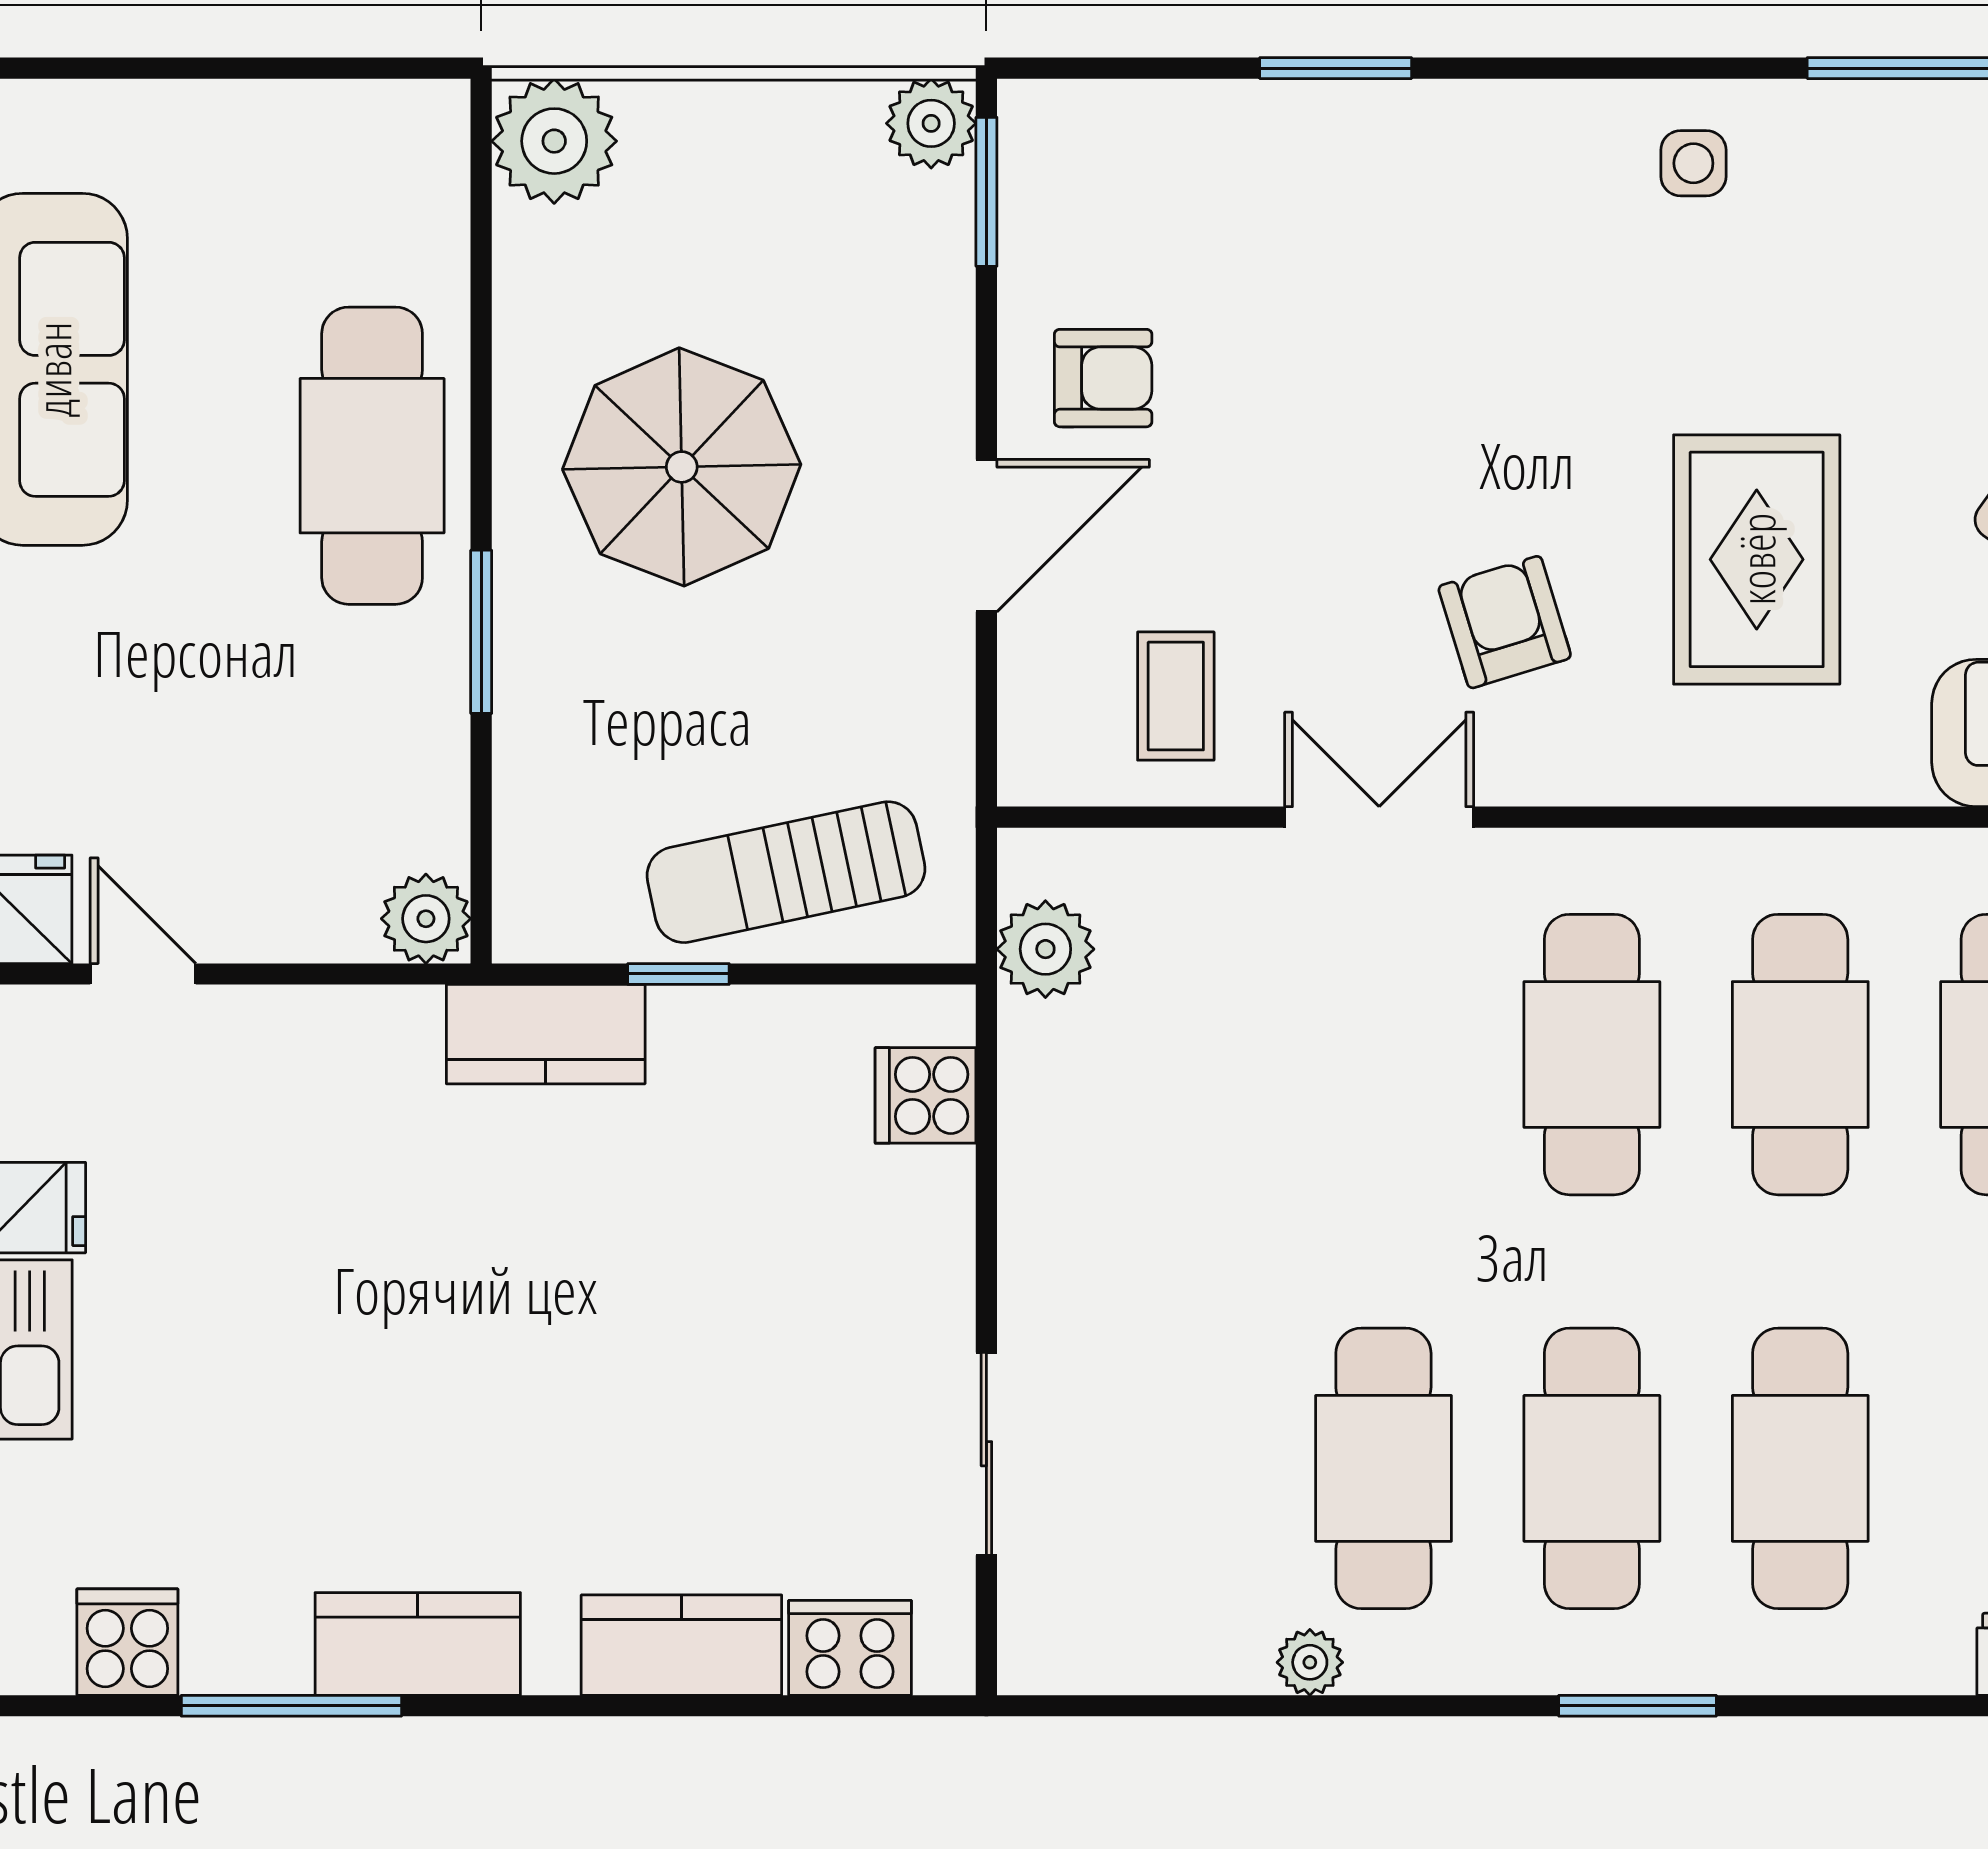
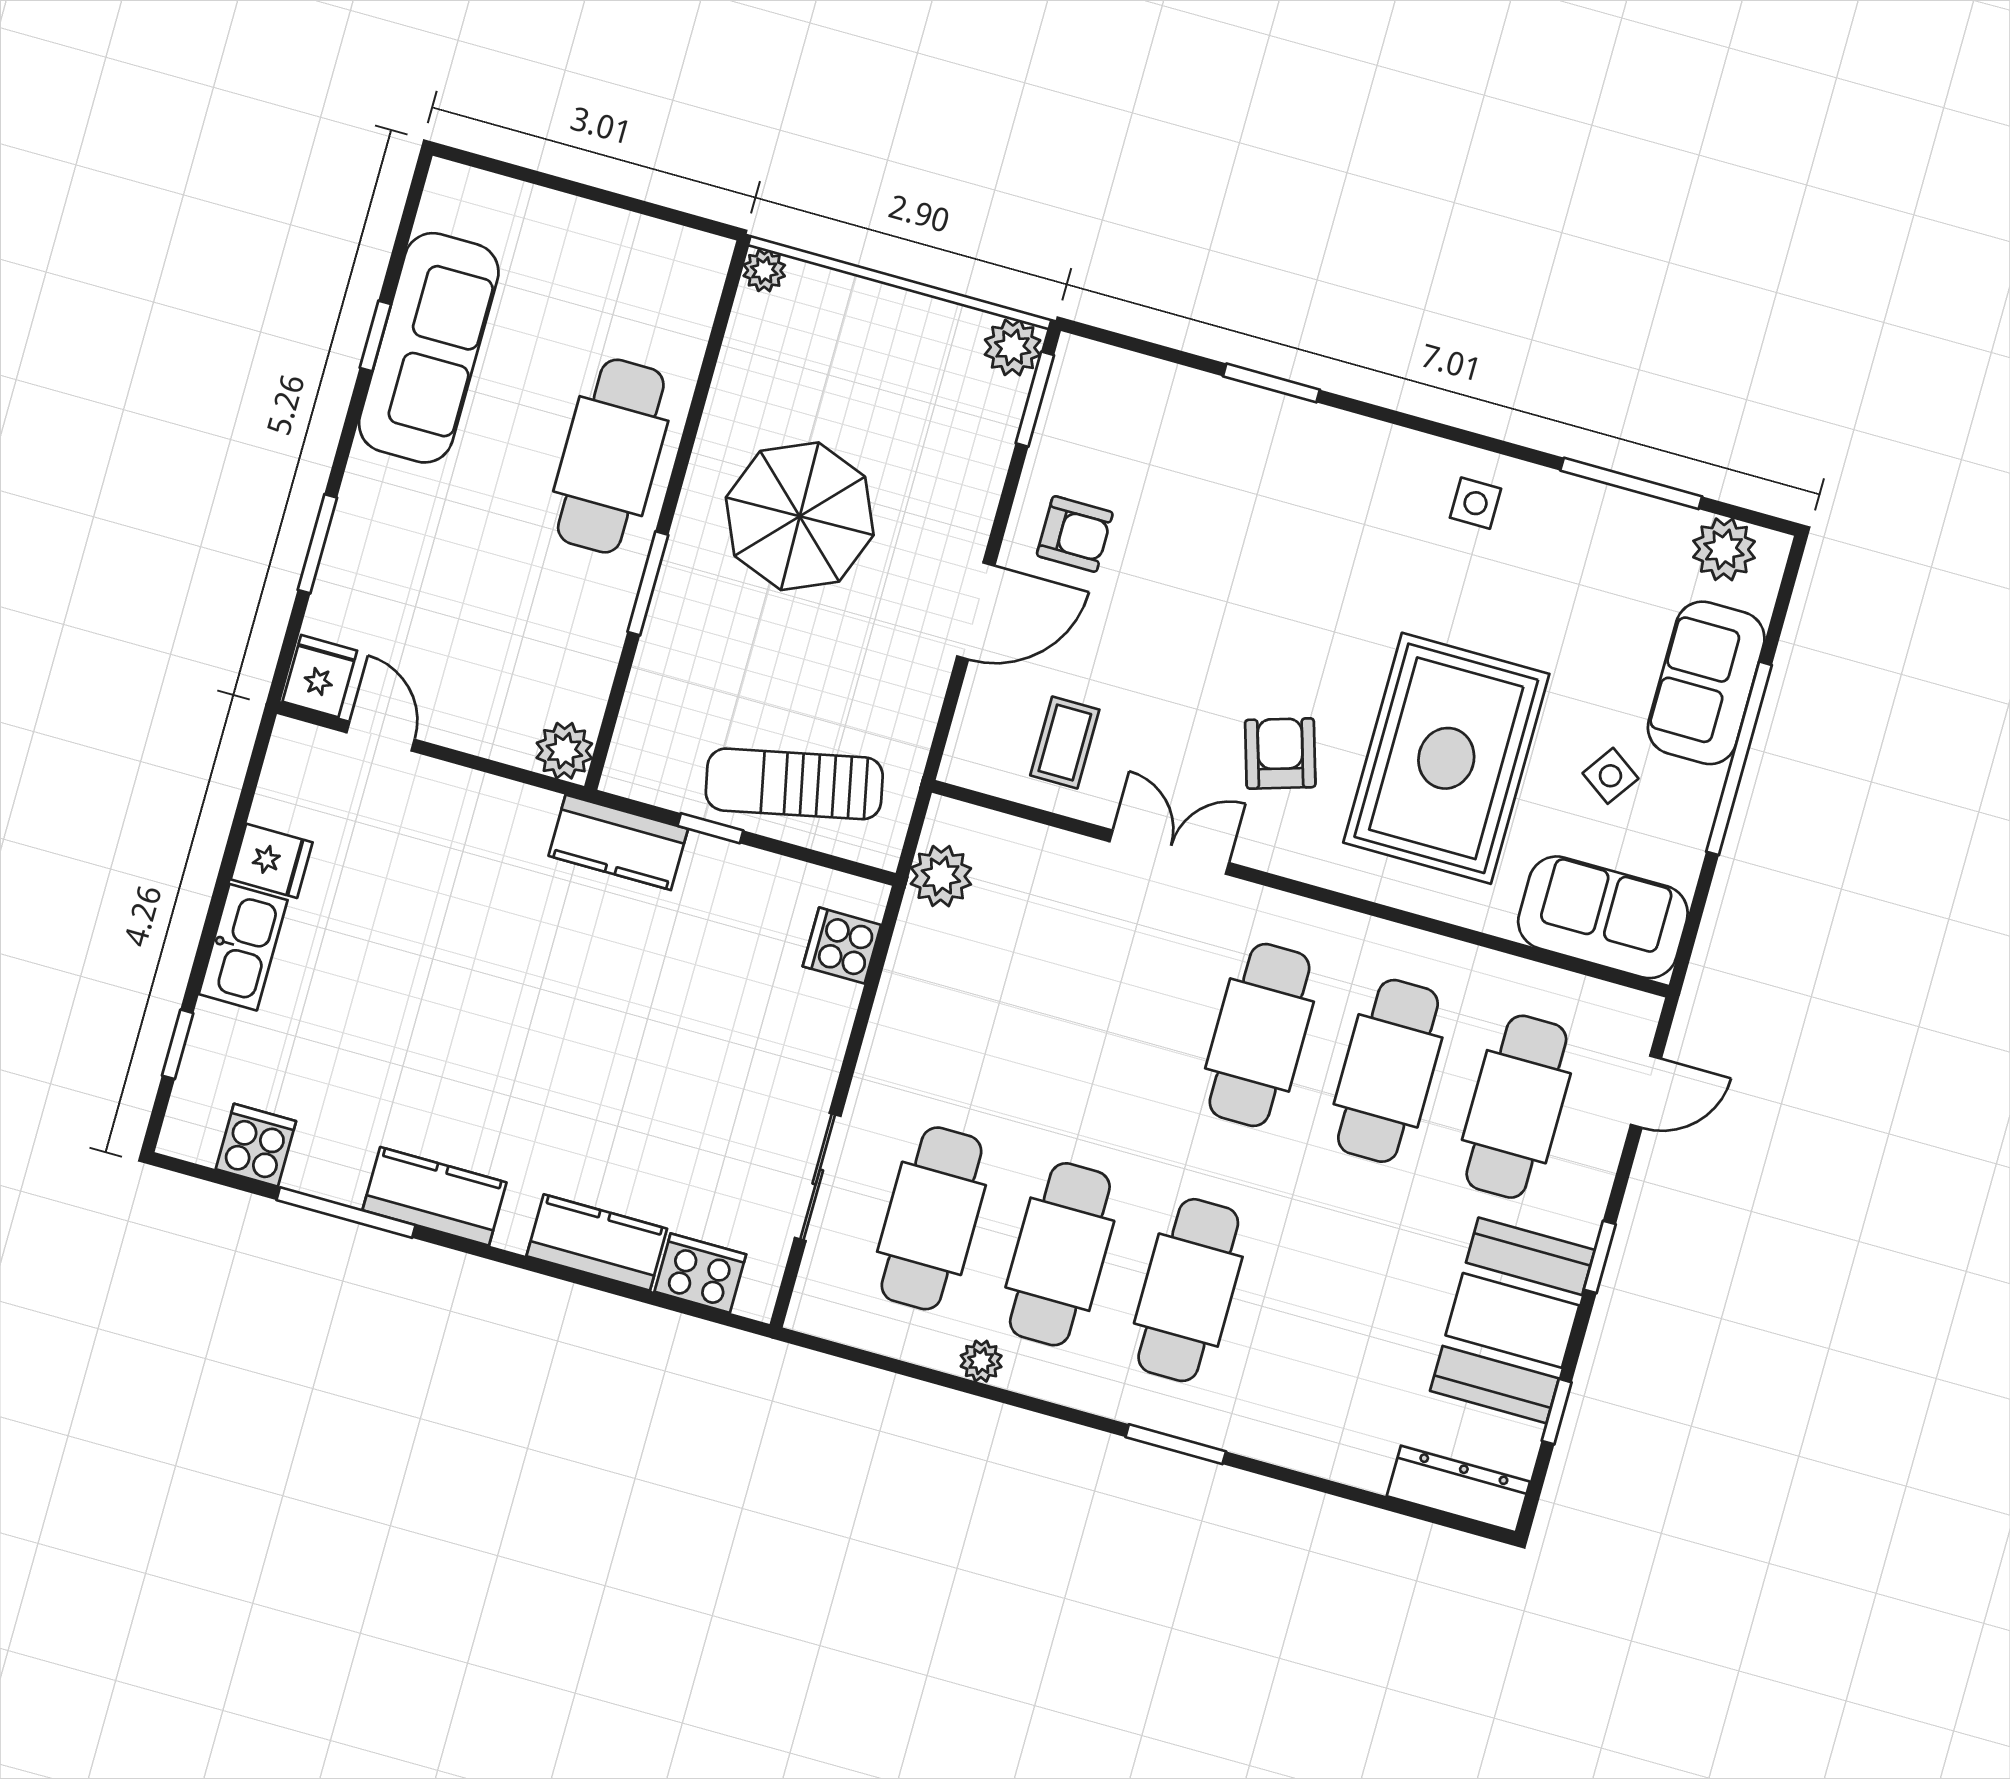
plant: (554, 141) -> (764, 270), width x0.53, depth x0.53
rug: (1757, 559) -> (1446, 758), width x1.37, depth x1.44
cafe table: (1800, 1468) -> (931, 1218), moved

